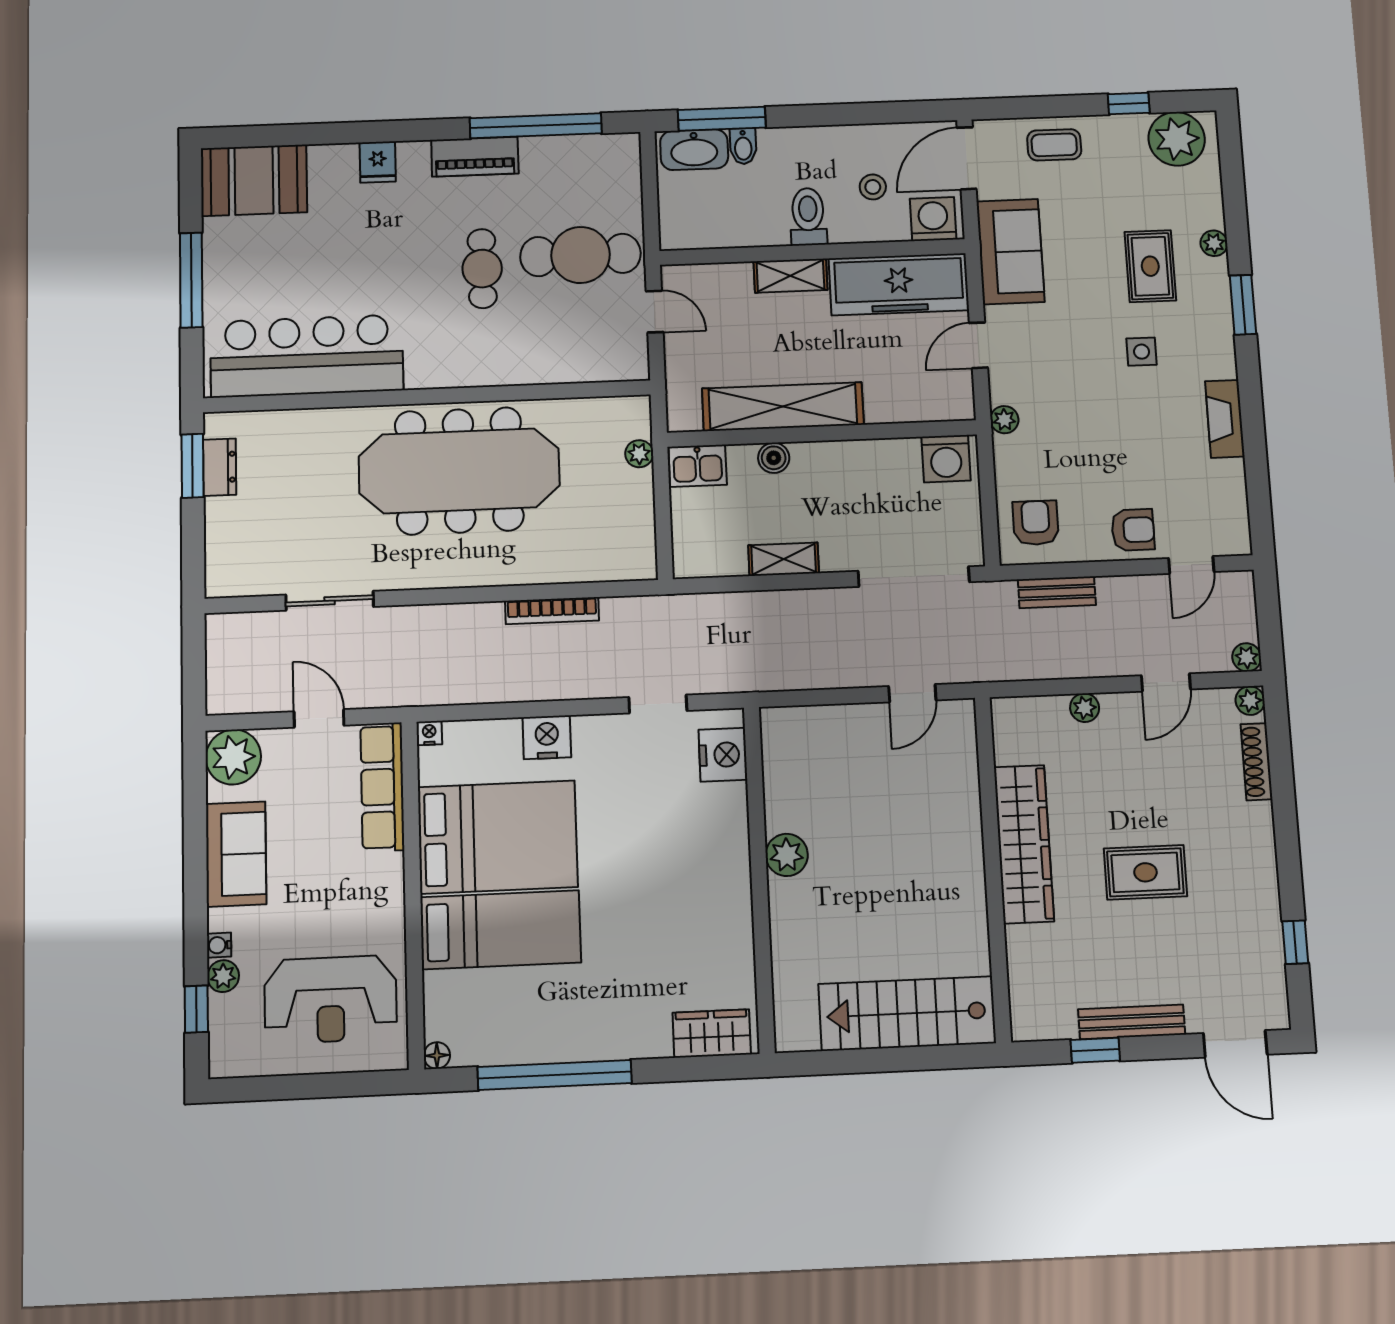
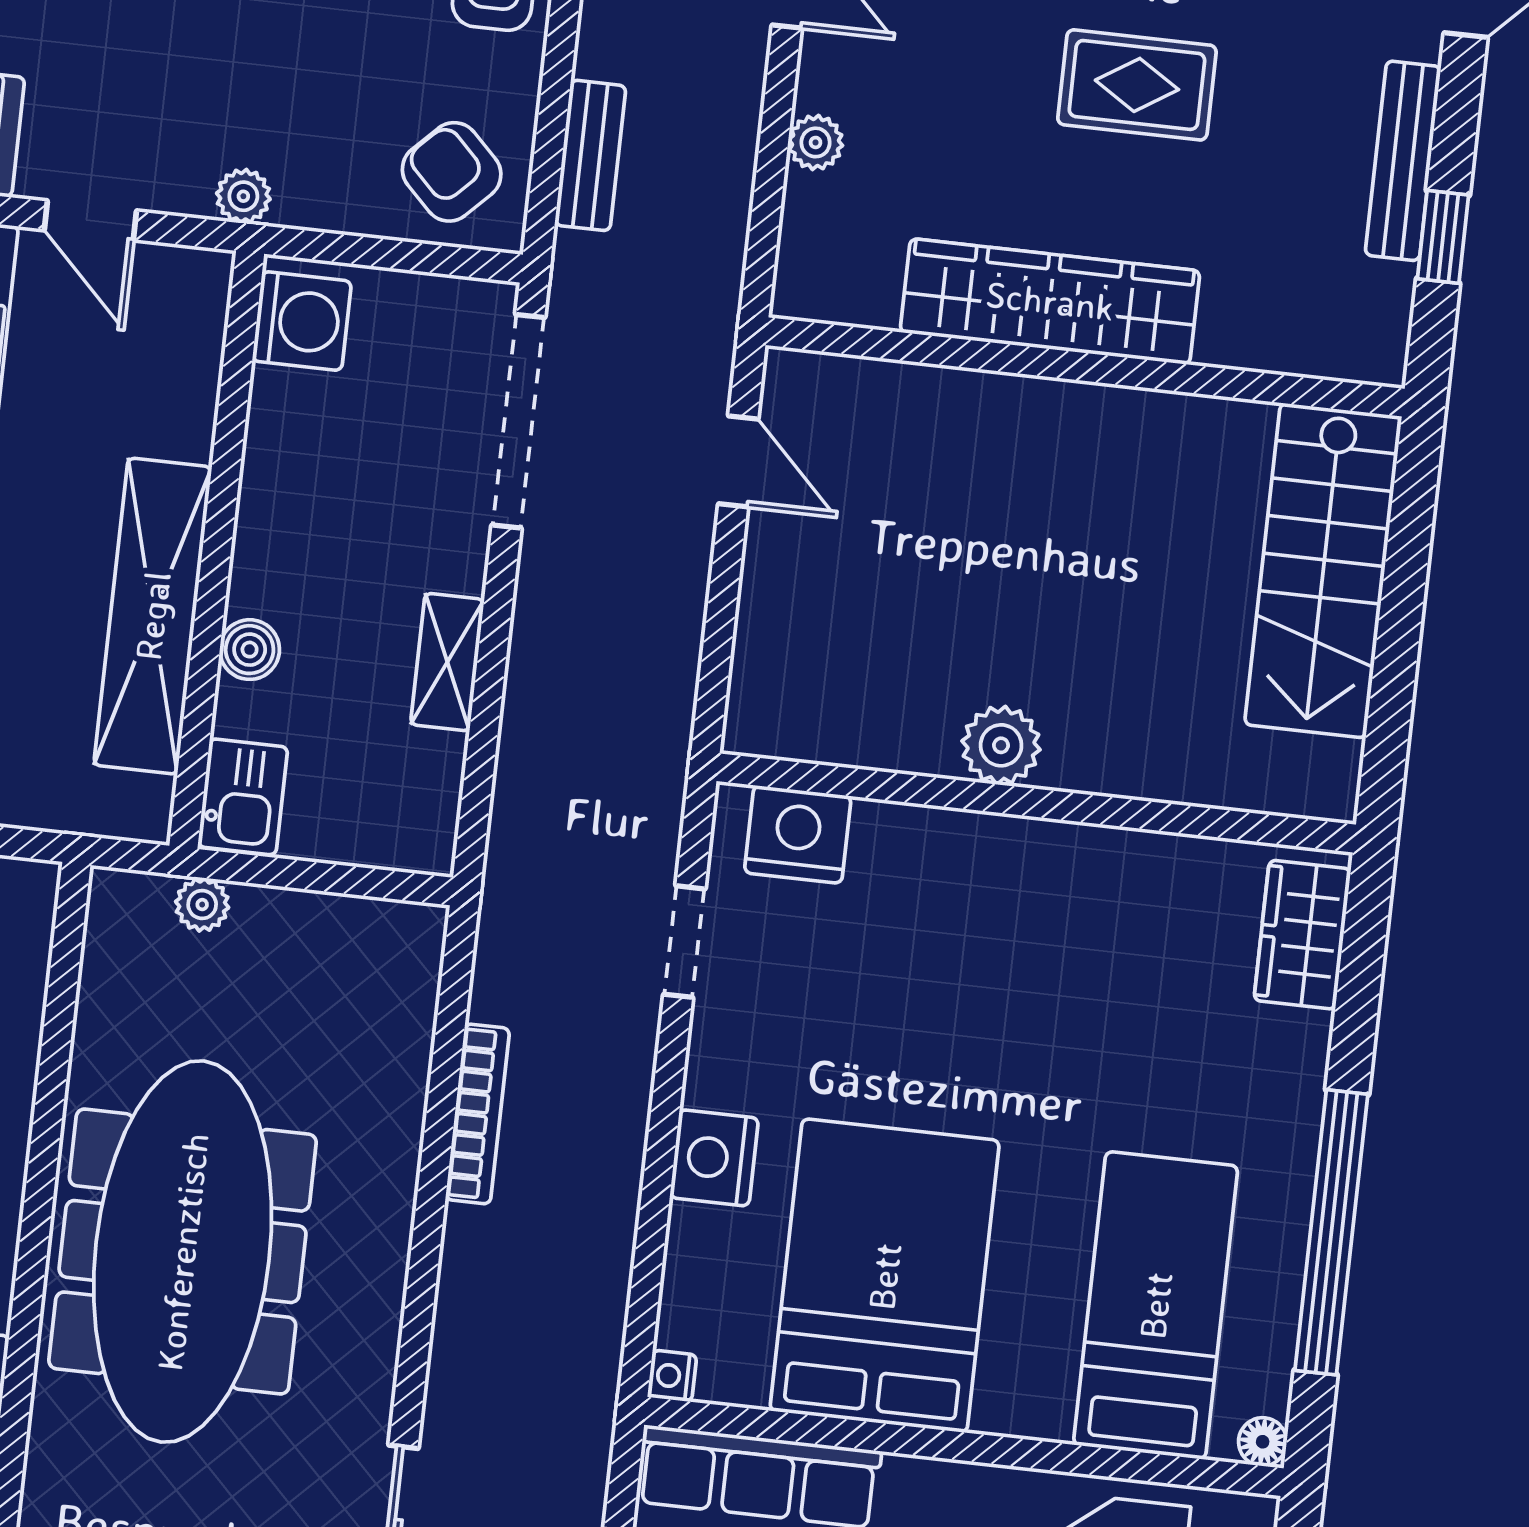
armchair: (1036, 523) -> (452, 172), turned 45
rug: (1145, 872) -> (1137, 85), turned 90
bed: (501, 930) -> (1156, 1305), moved

